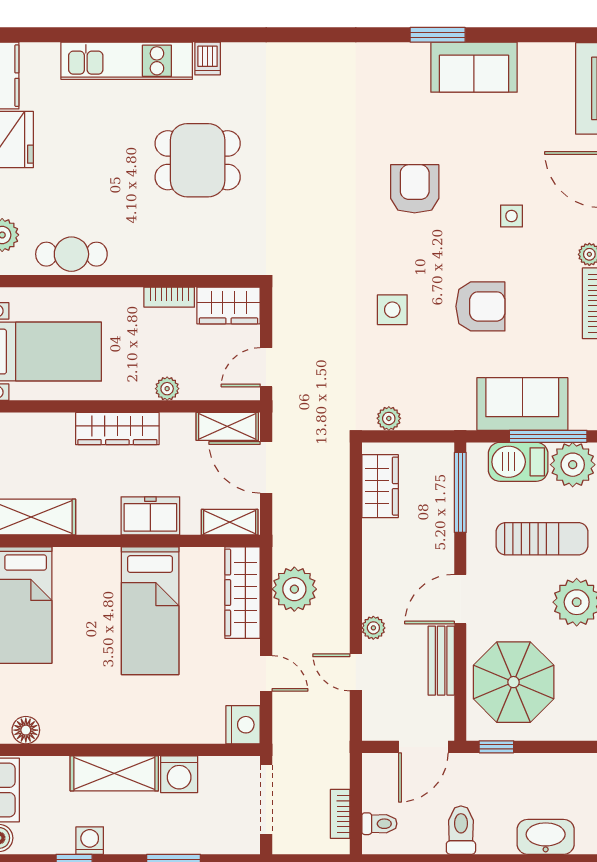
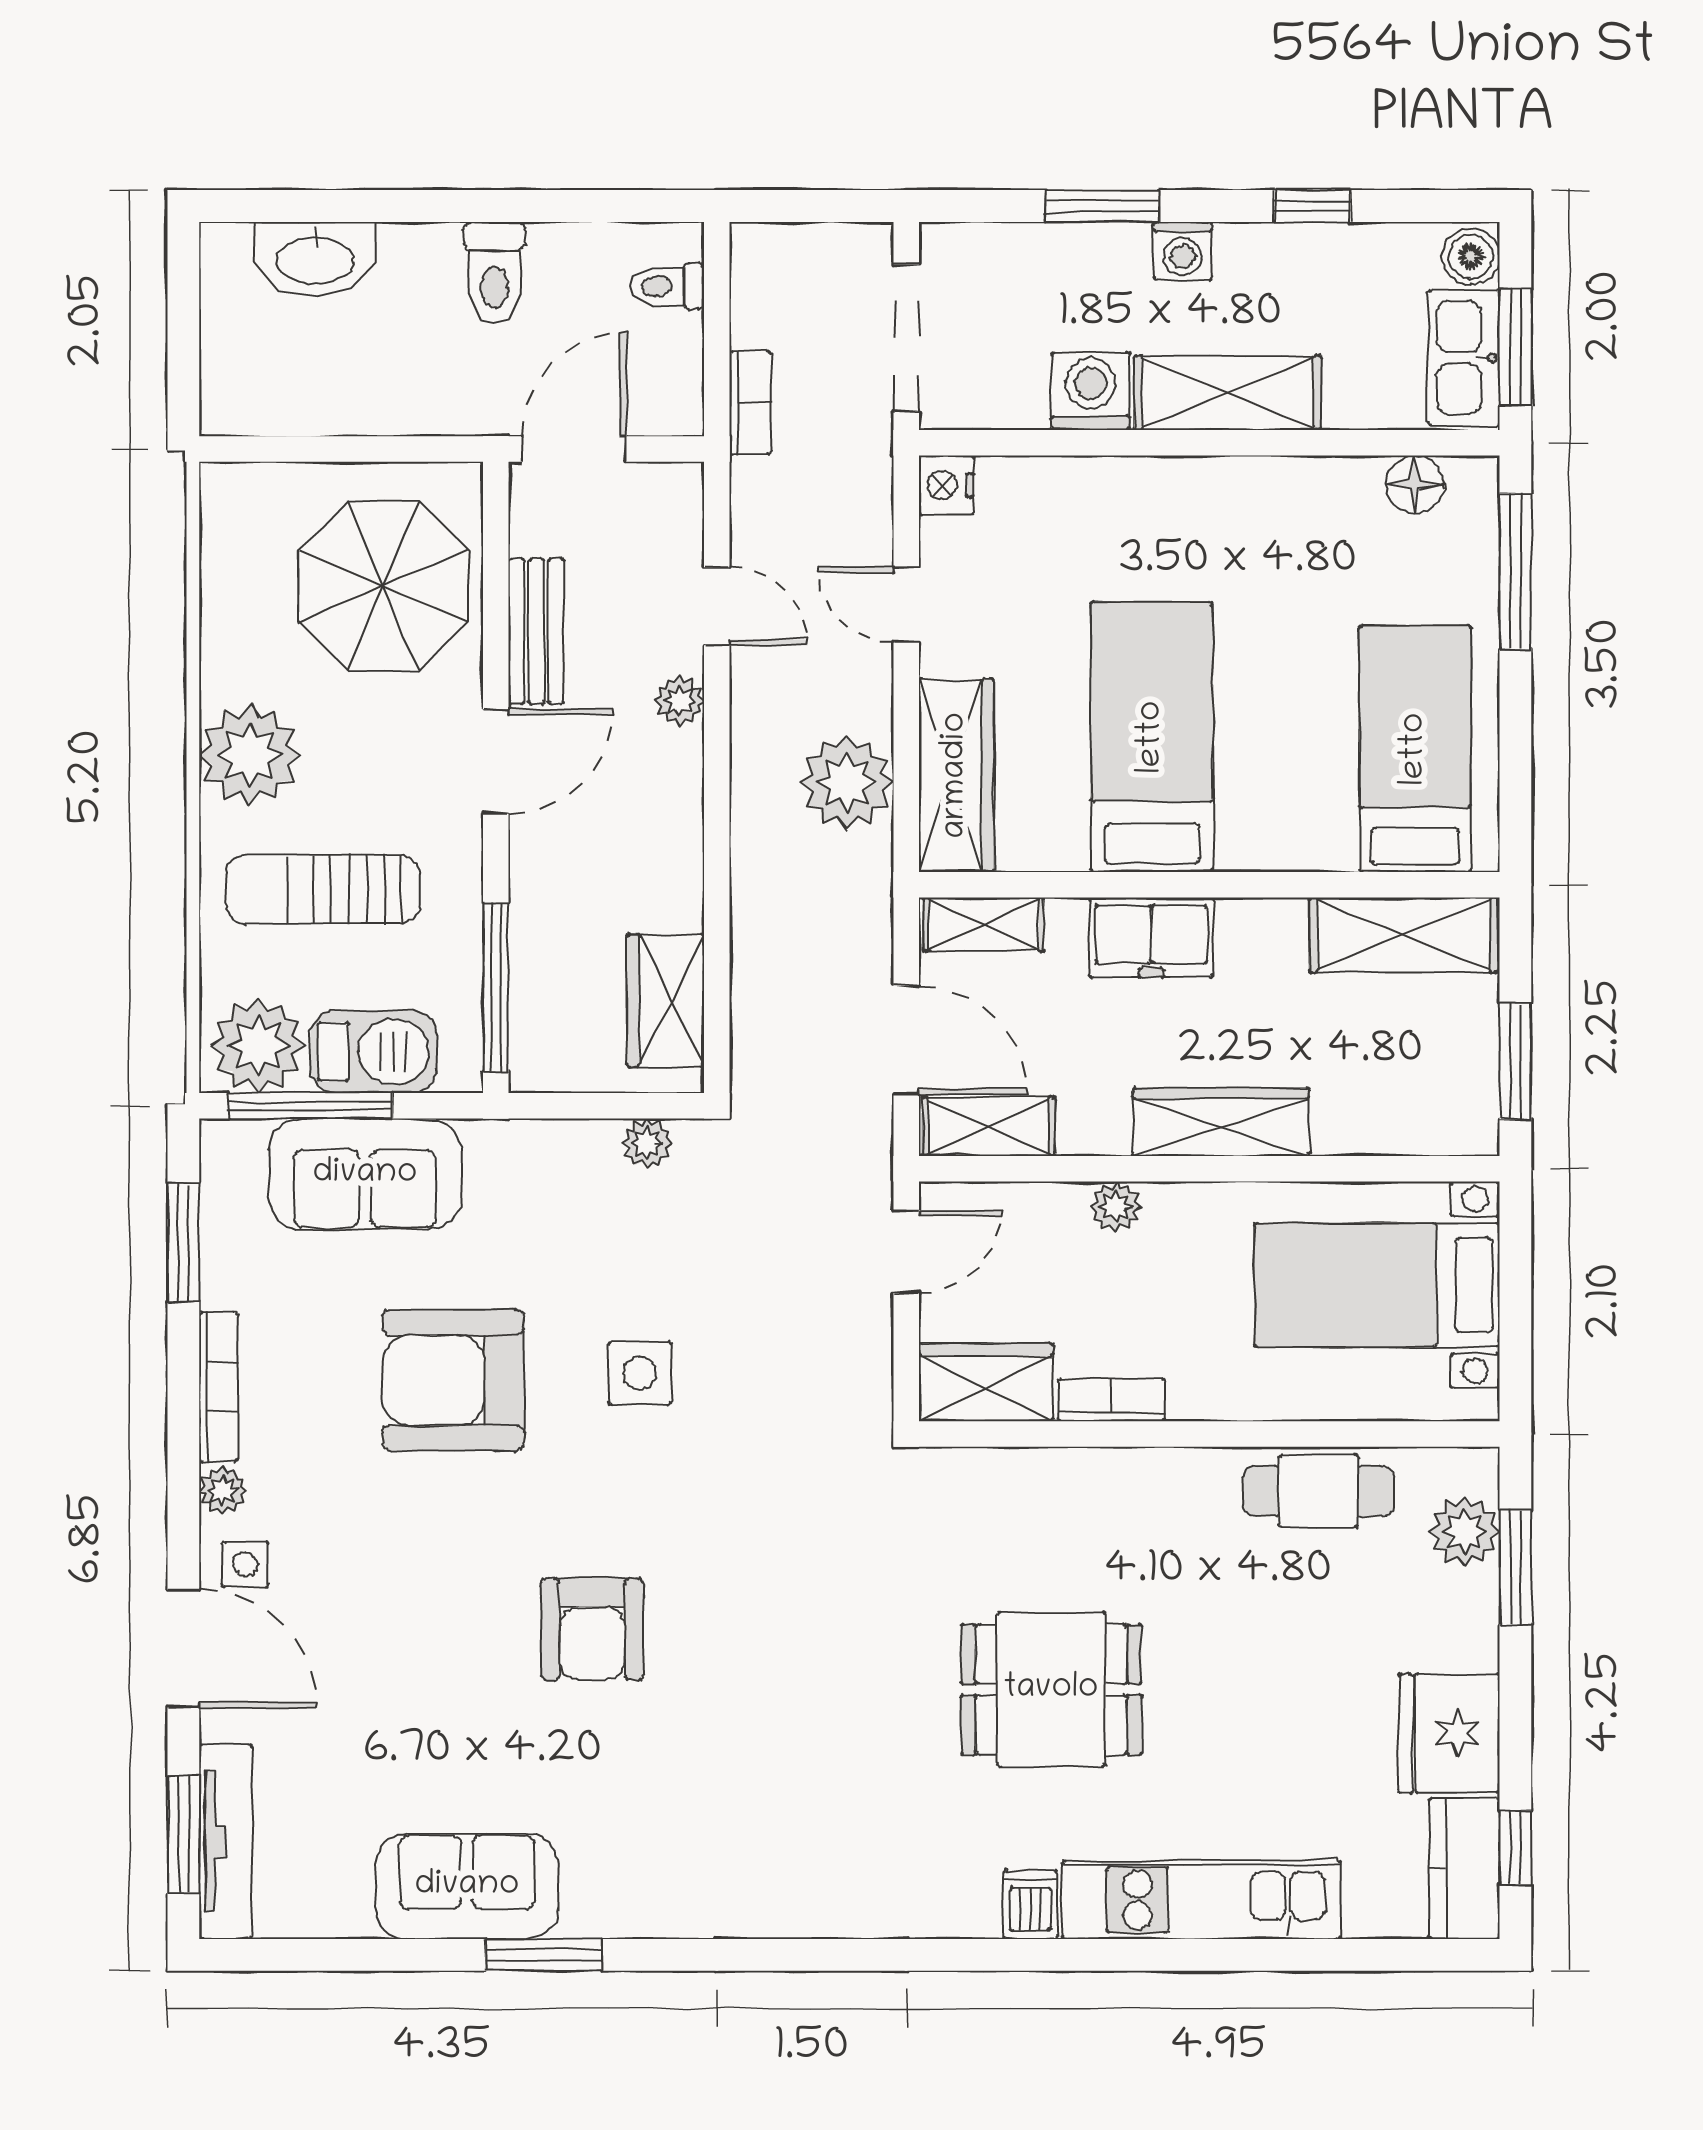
side table: (511, 216) -> (245, 1564), moved
armchair: (480, 306) -> (453, 1380), width x1.36, depth x1.36
nightstand: (243, 725) -> (946, 485), width x0.74, depth x0.75
window: (496, 747) -> (419, 449), removed
bookcase: (340, 814) -> (750, 403), moved
washing machine: (90, 841) -> (1183, 251), moved

